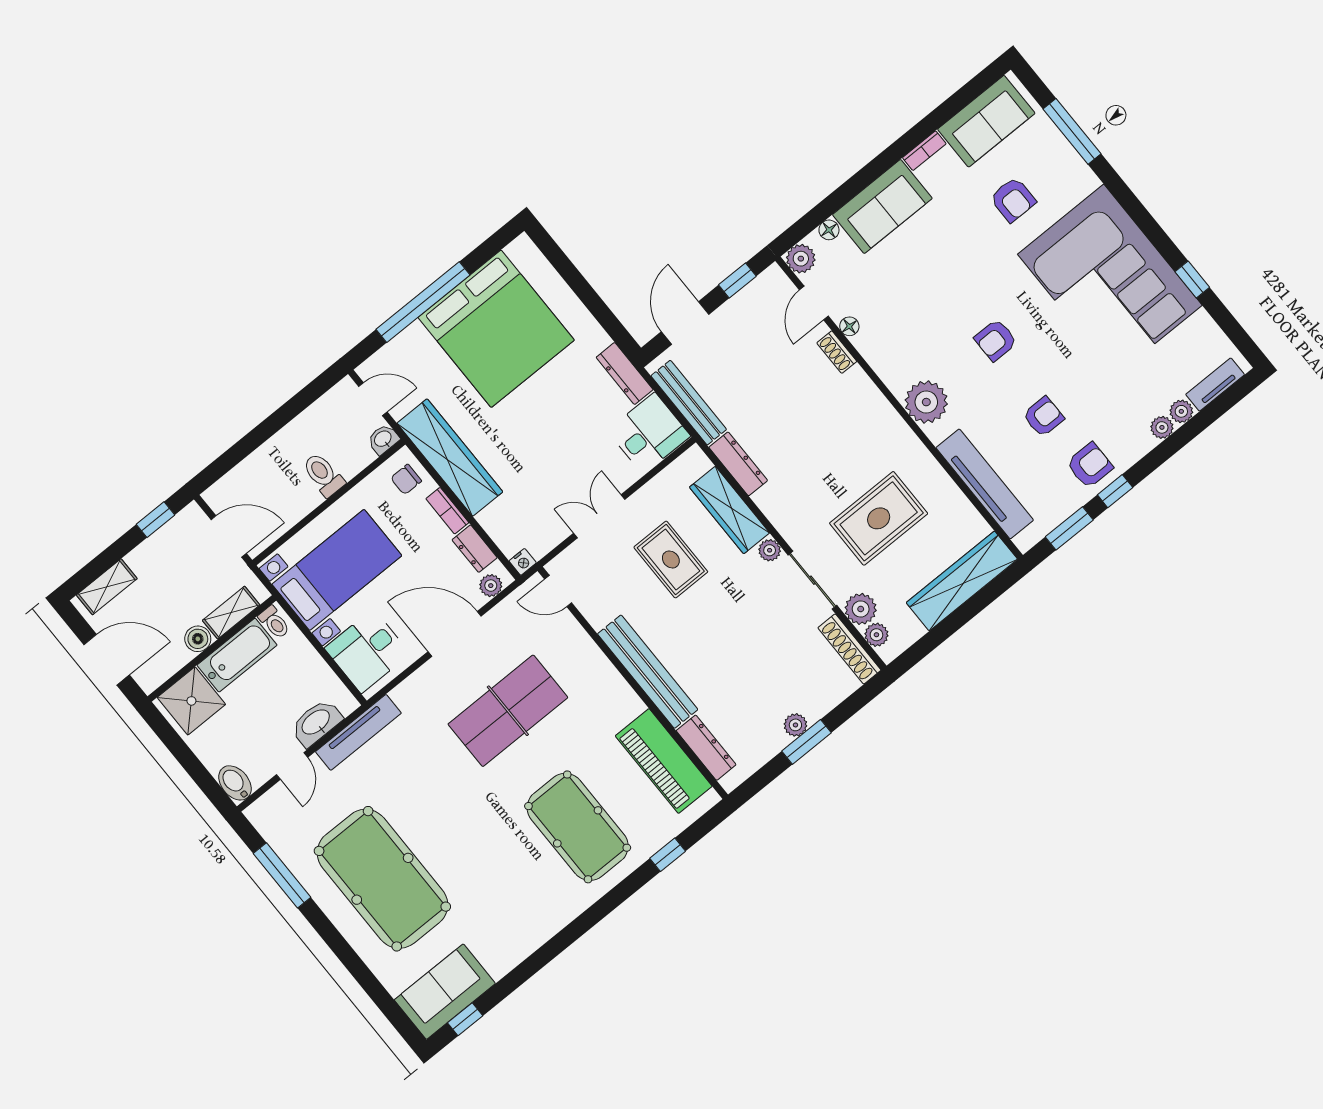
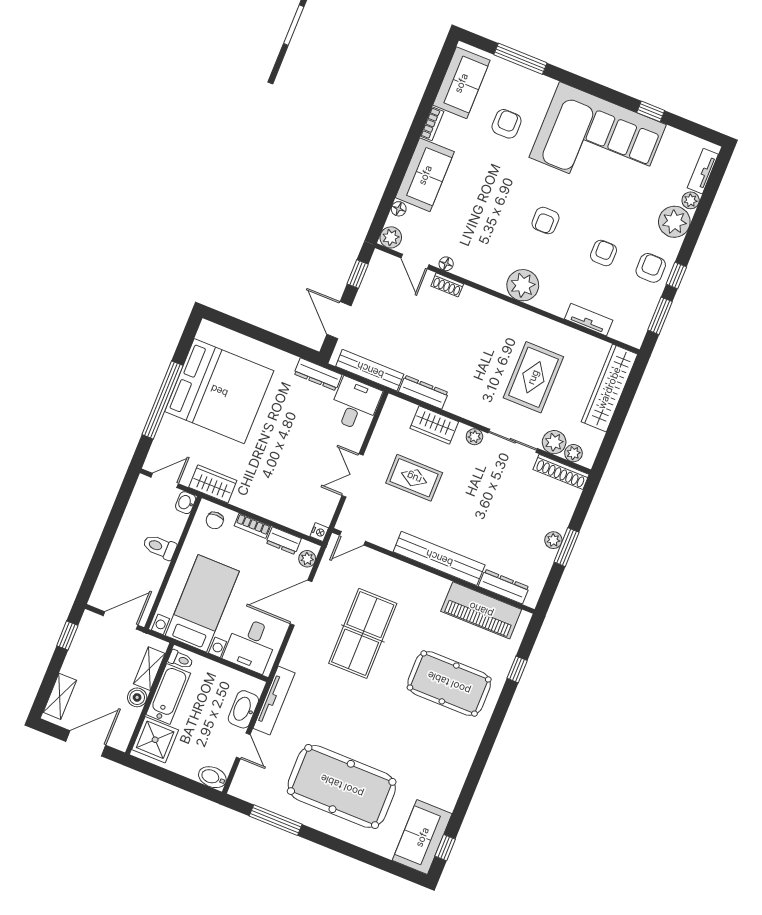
armchair: (1013, 200) -> (507, 124), turned -90
plant: (1162, 427) -> (674, 222), width x1.88, depth x1.88
wardrobe: (450, 457) -> (213, 484), width x0.48, depth x0.85
tv unit: (985, 484) -> (589, 320), width x0.52, depth x0.78
wardrobe: (730, 510) -> (434, 425), width x0.67

